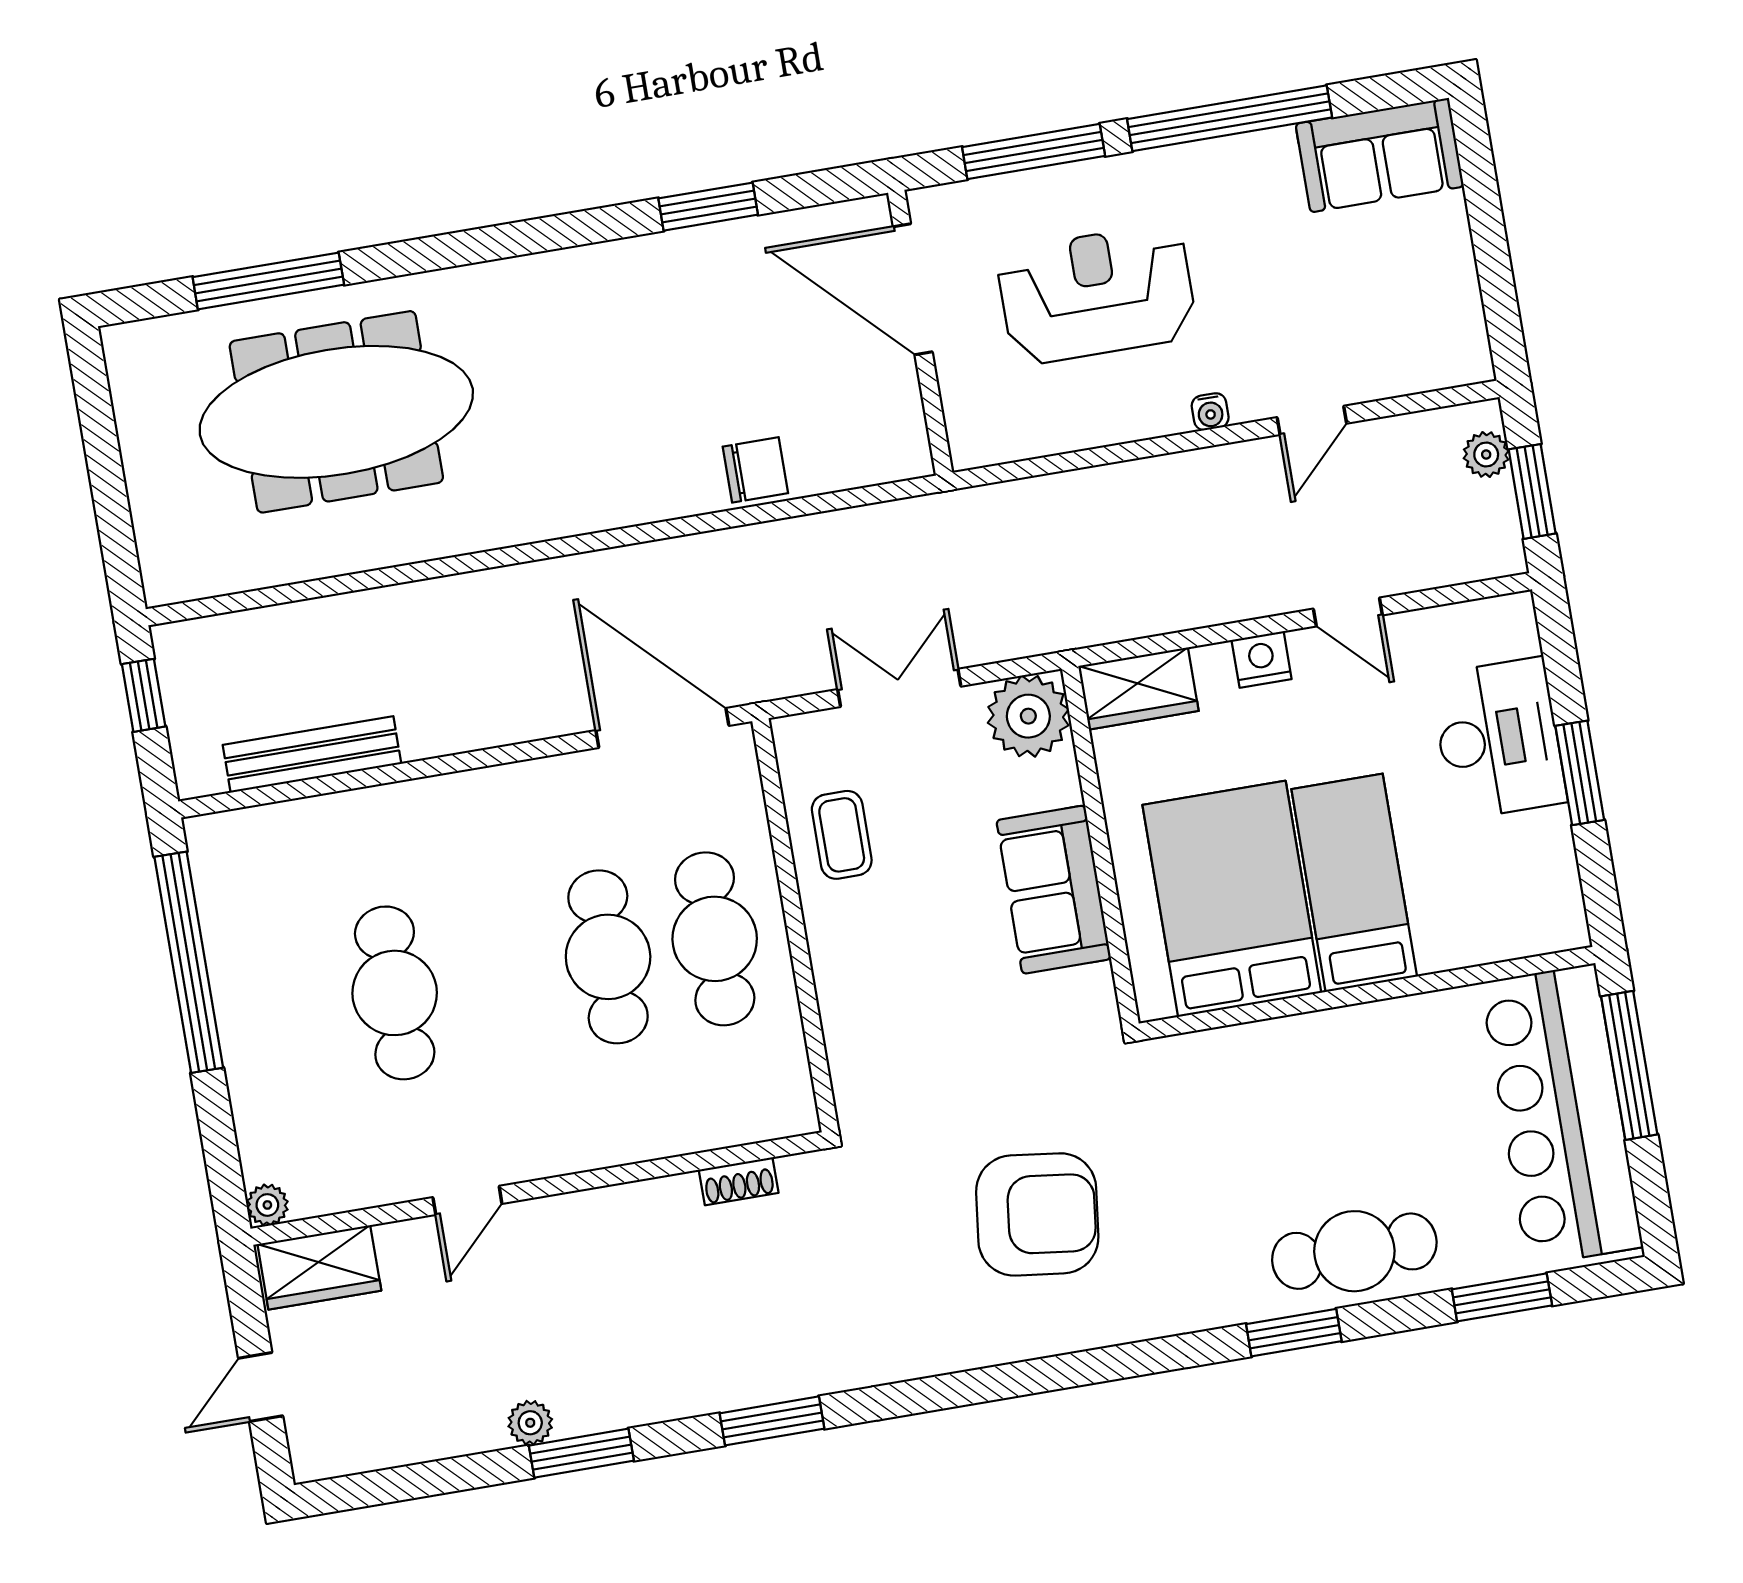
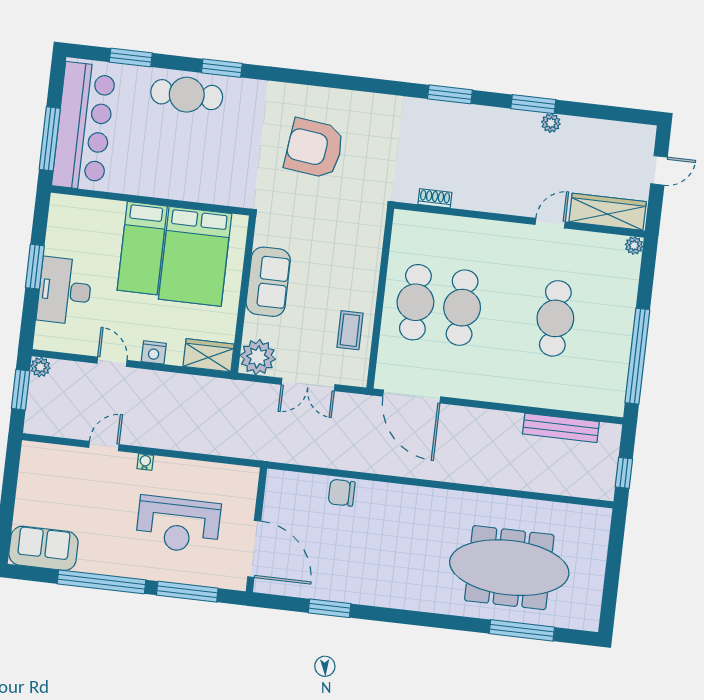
plant: (1486, 454) -> (40, 367), moved
wardrobe: (319, 1267) -> (608, 212), width x1.50

